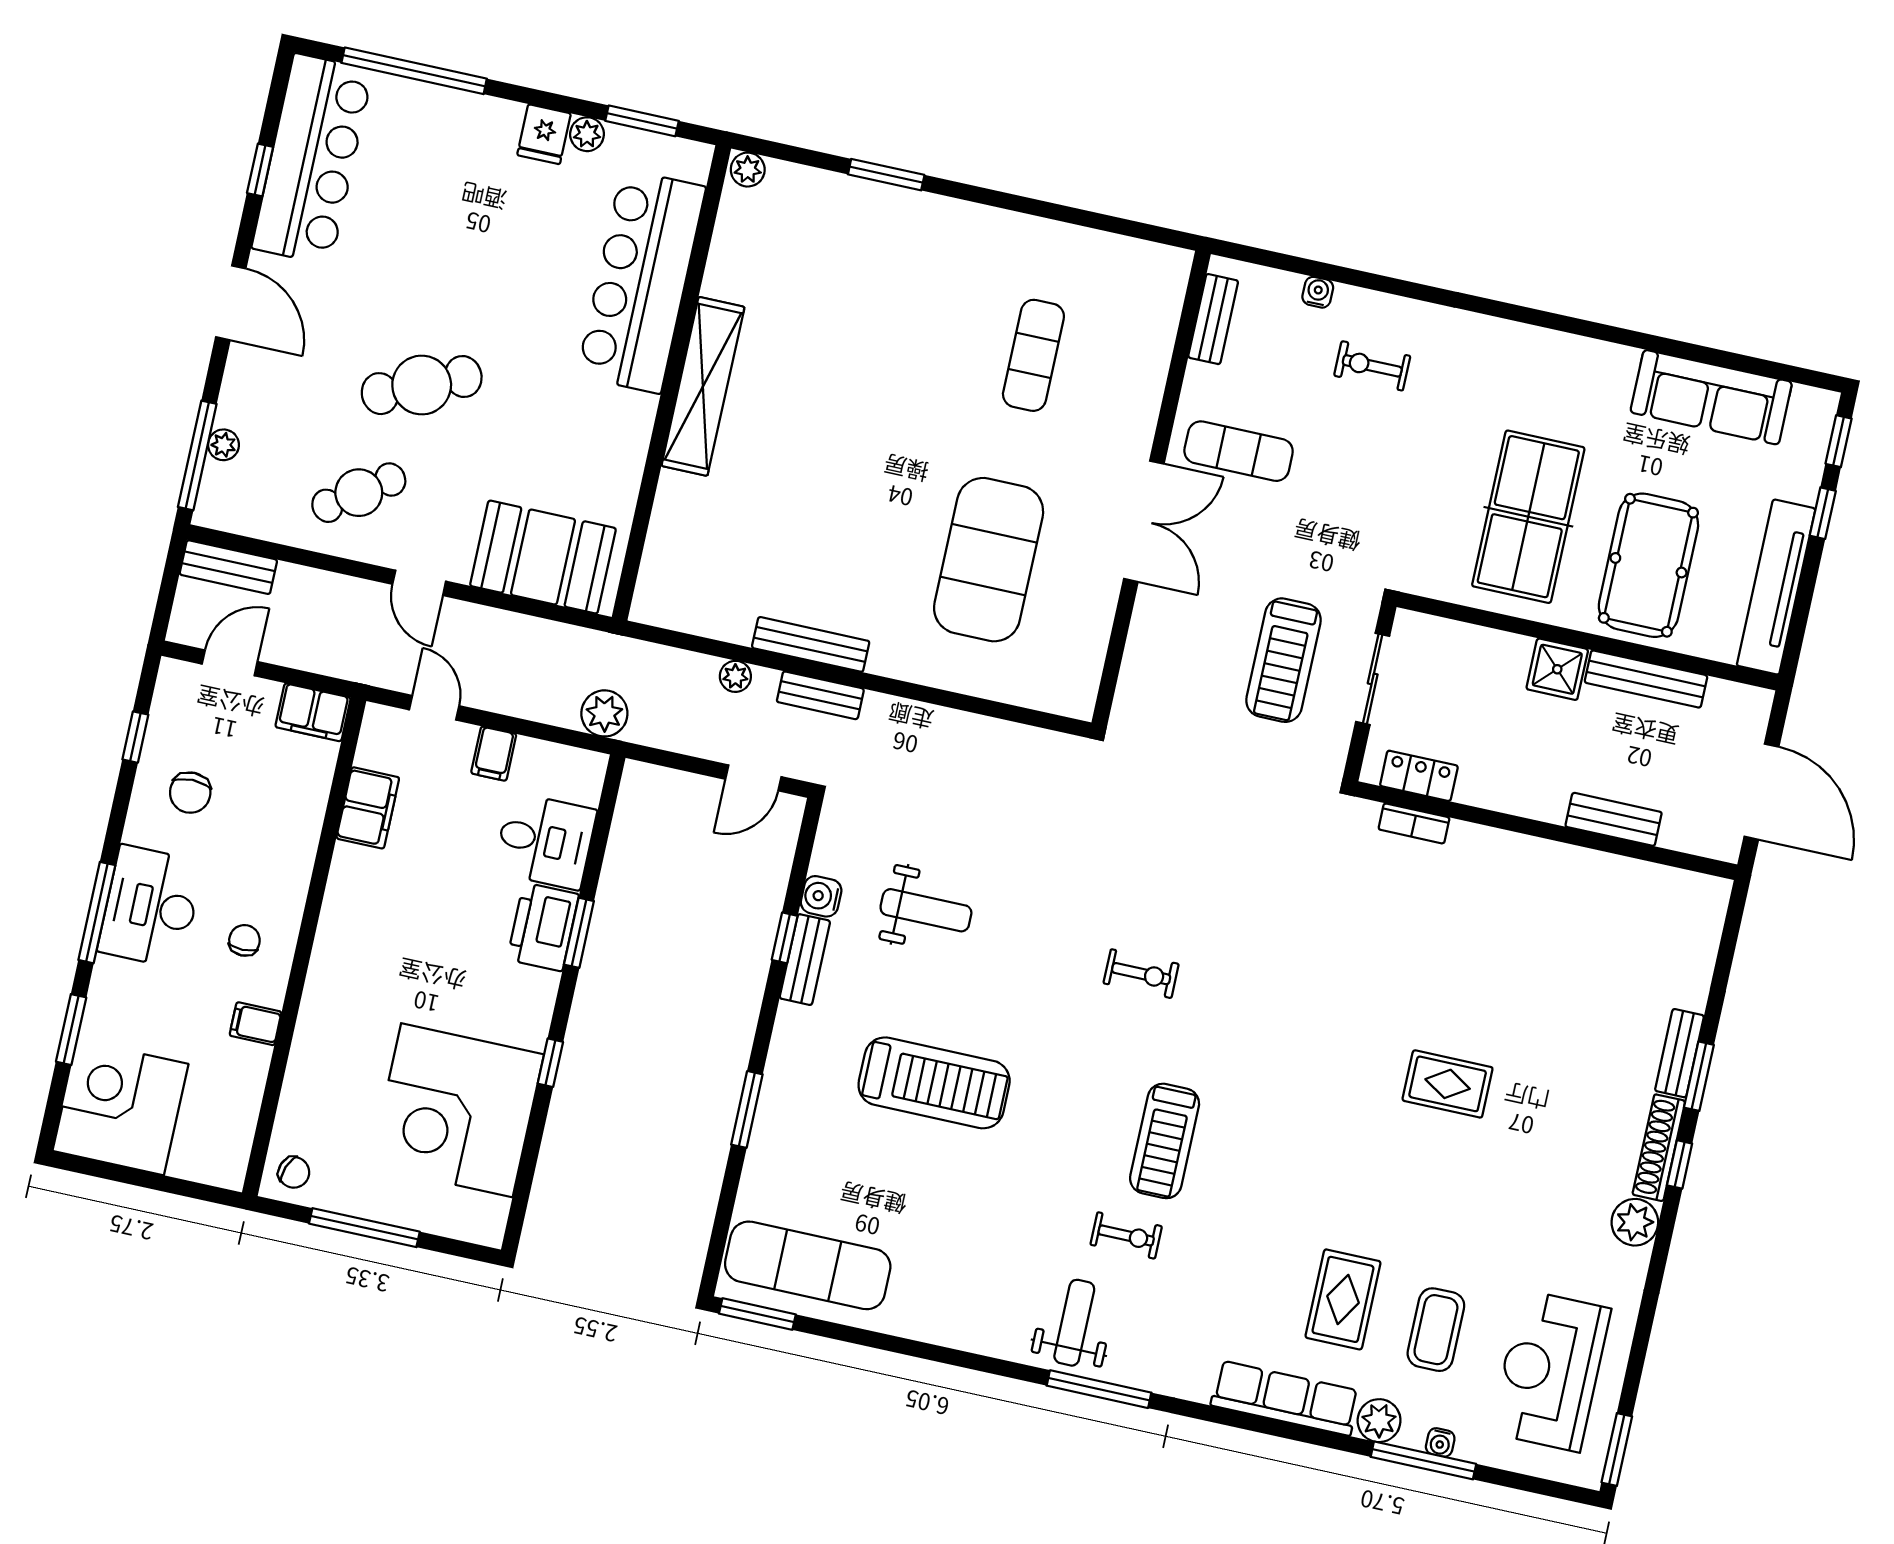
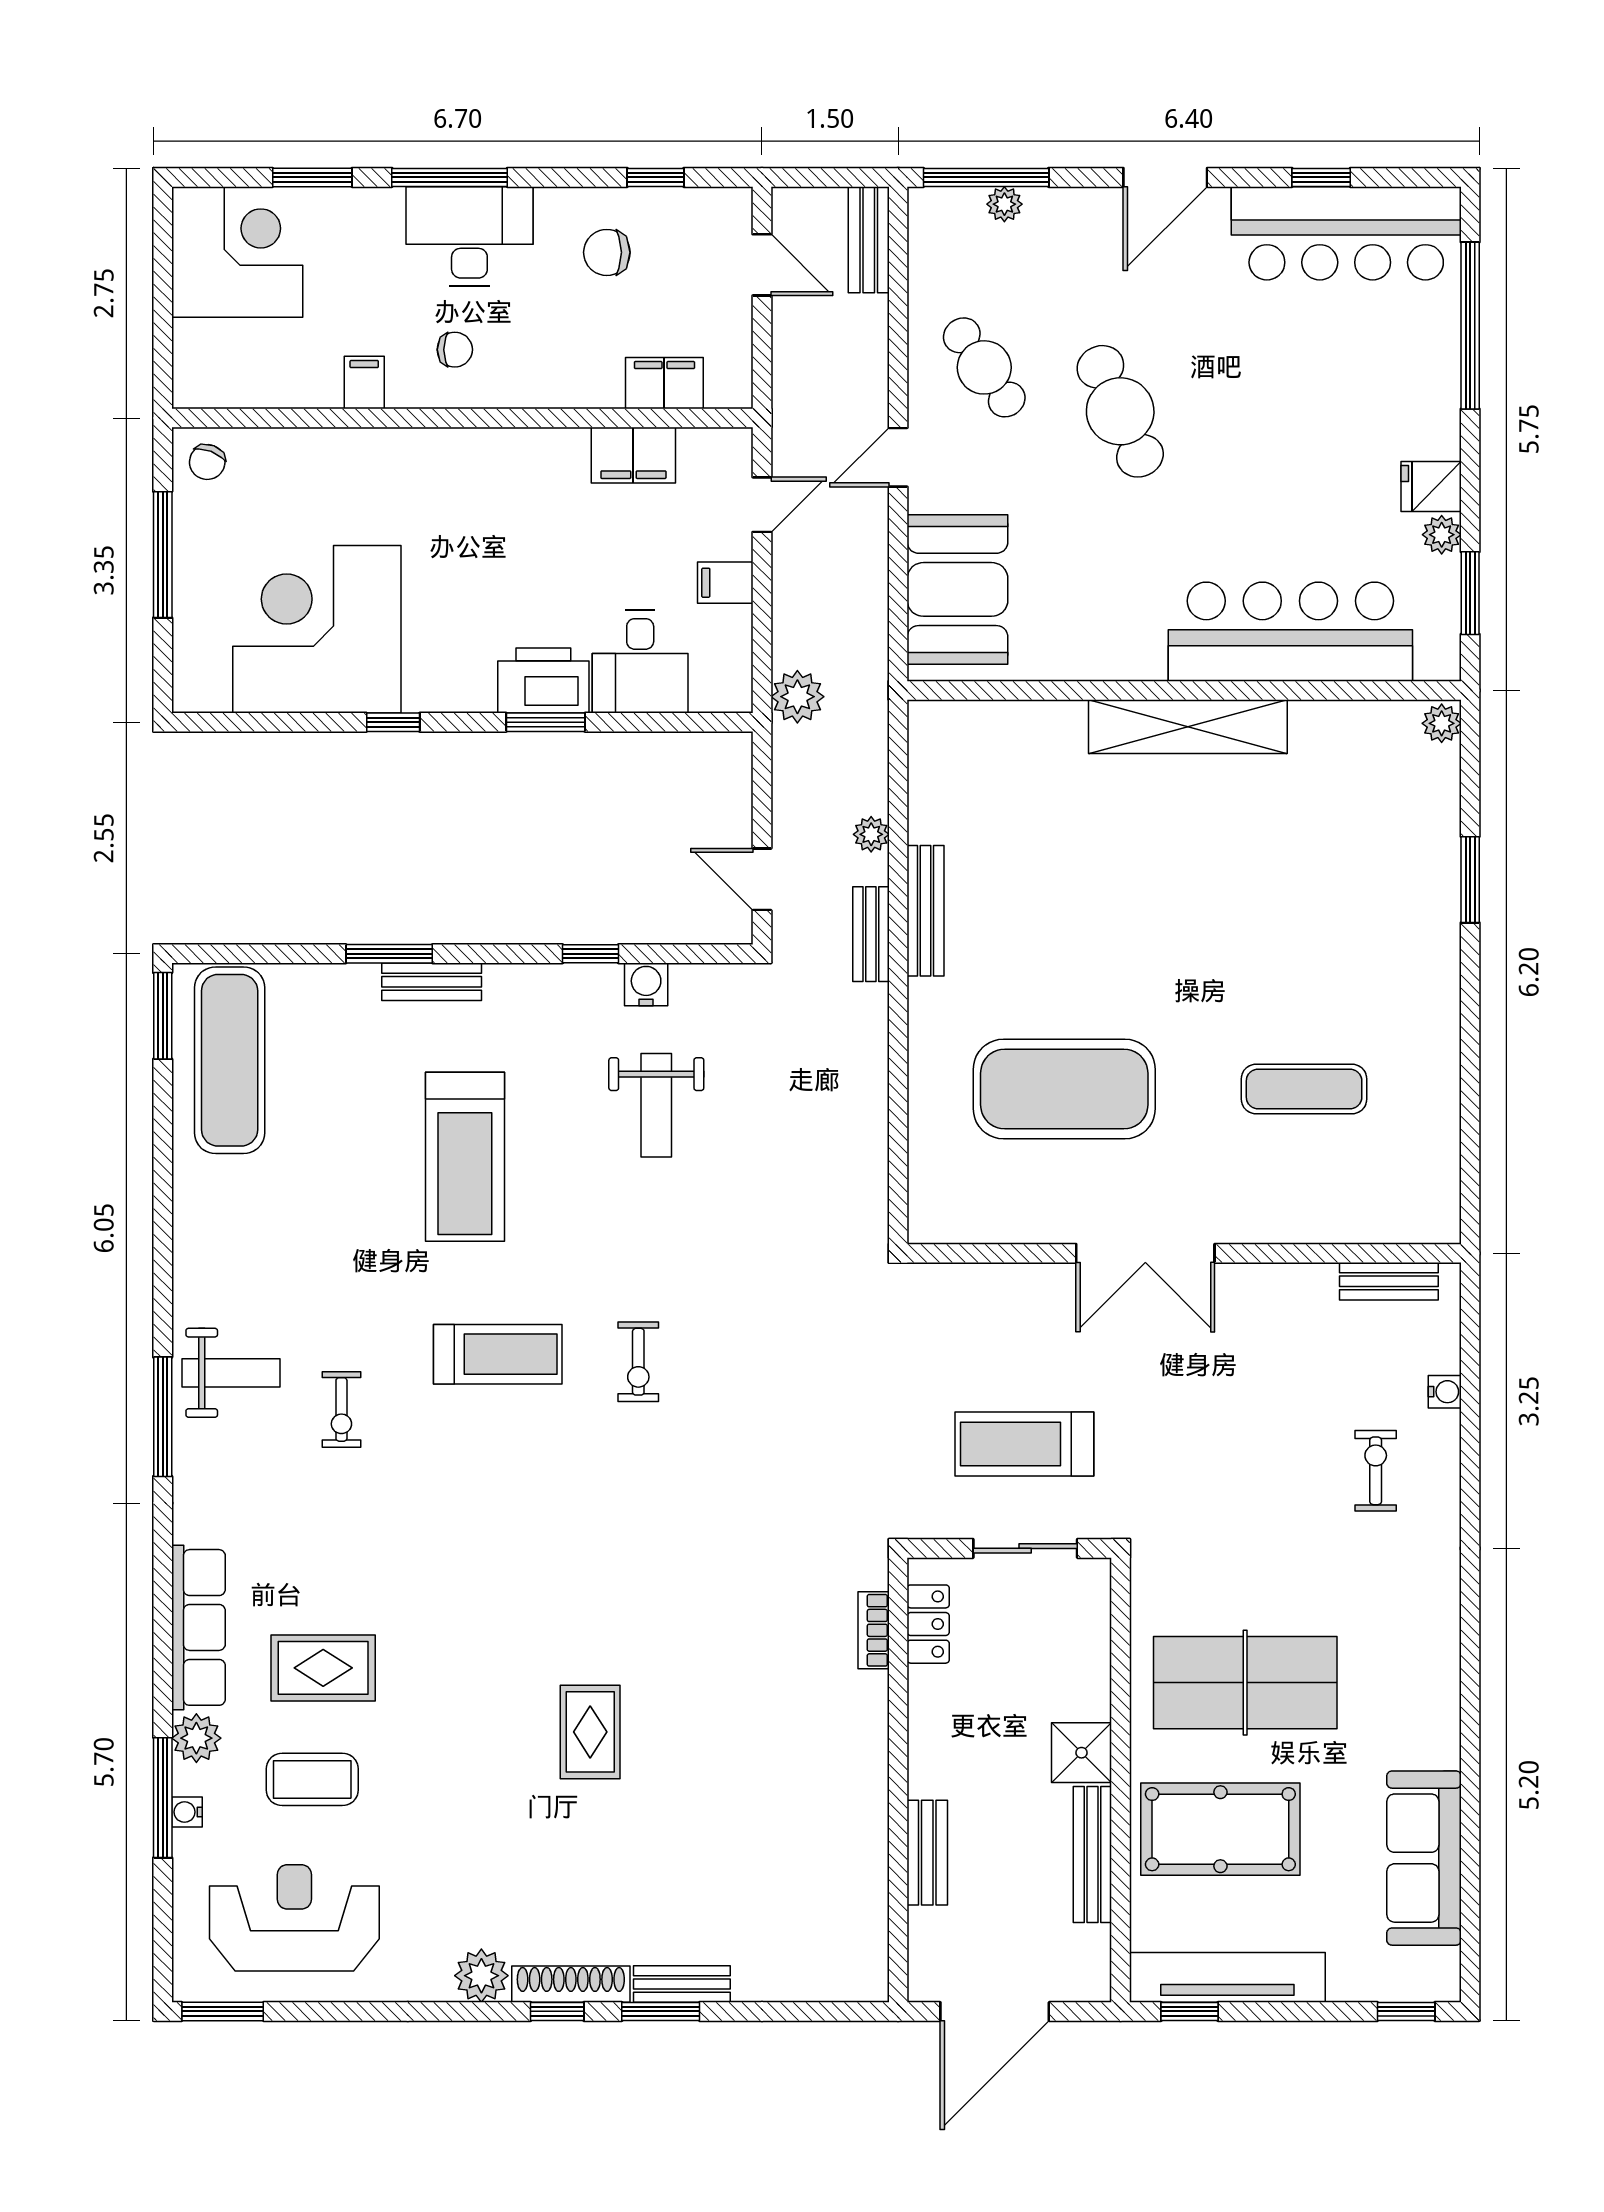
exercise mat: (1239, 451) -> (1247, 1342), removed
window: (1823, 513) -> (1190, 2011), moved
filing cabinet: (313, 712) -> (664, 383), moved, turned 90
bench: (805, 960) -> (432, 982), moved
treadmill: (1165, 1141) -> (498, 1354), moved, turned 180

